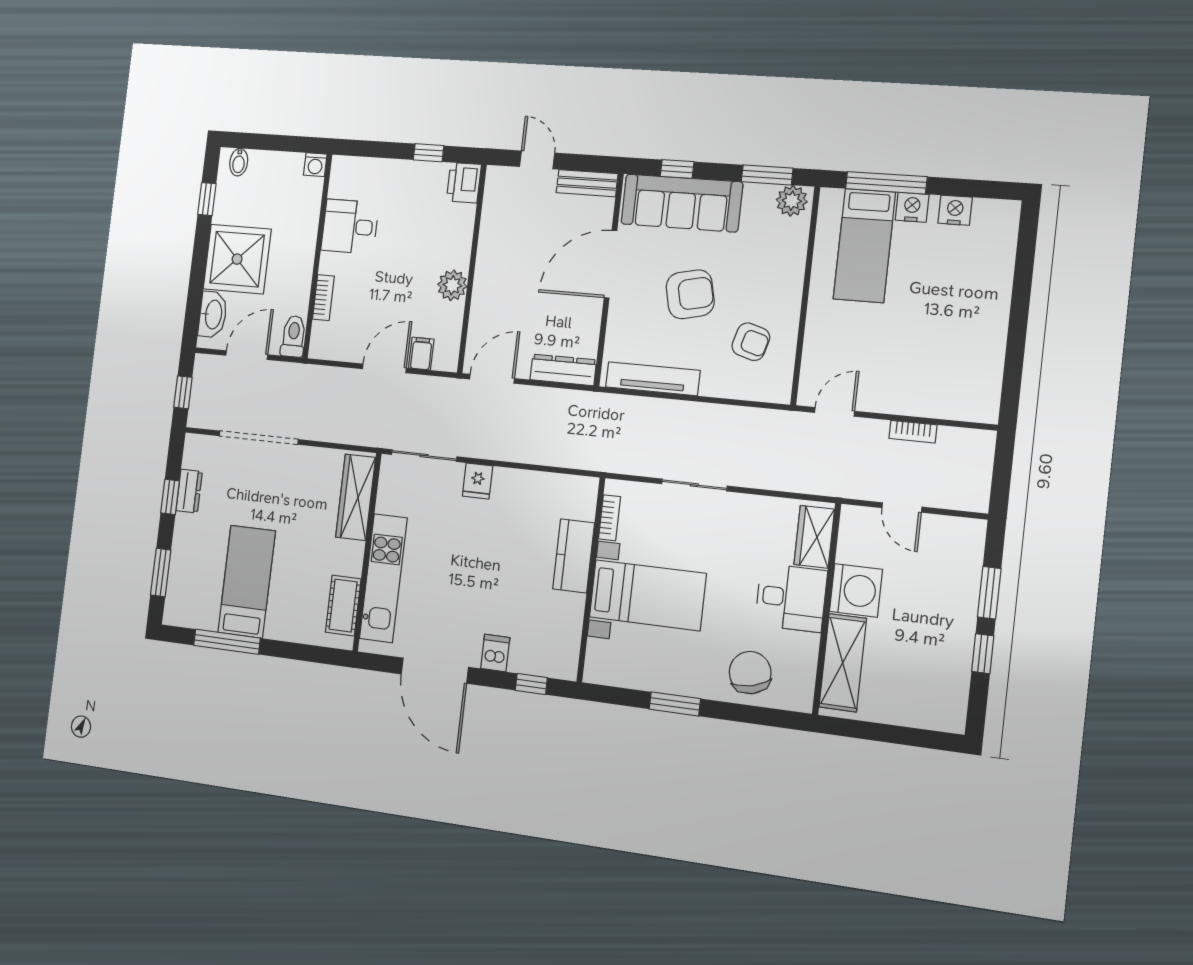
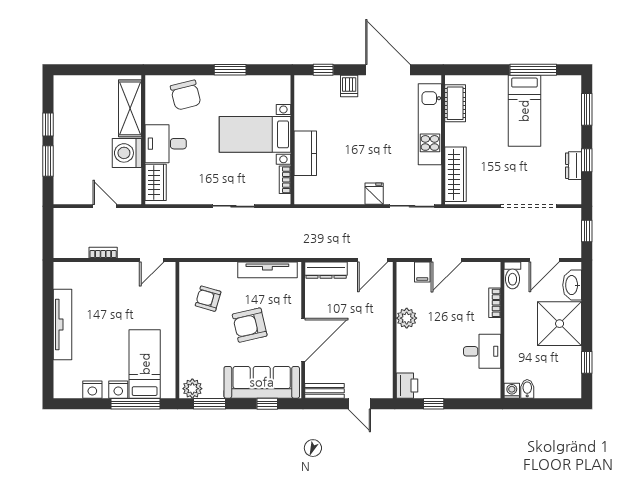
bidet: (239, 162) -> (527, 389), moved
tv unit: (994, 320) -> (63, 325), added

